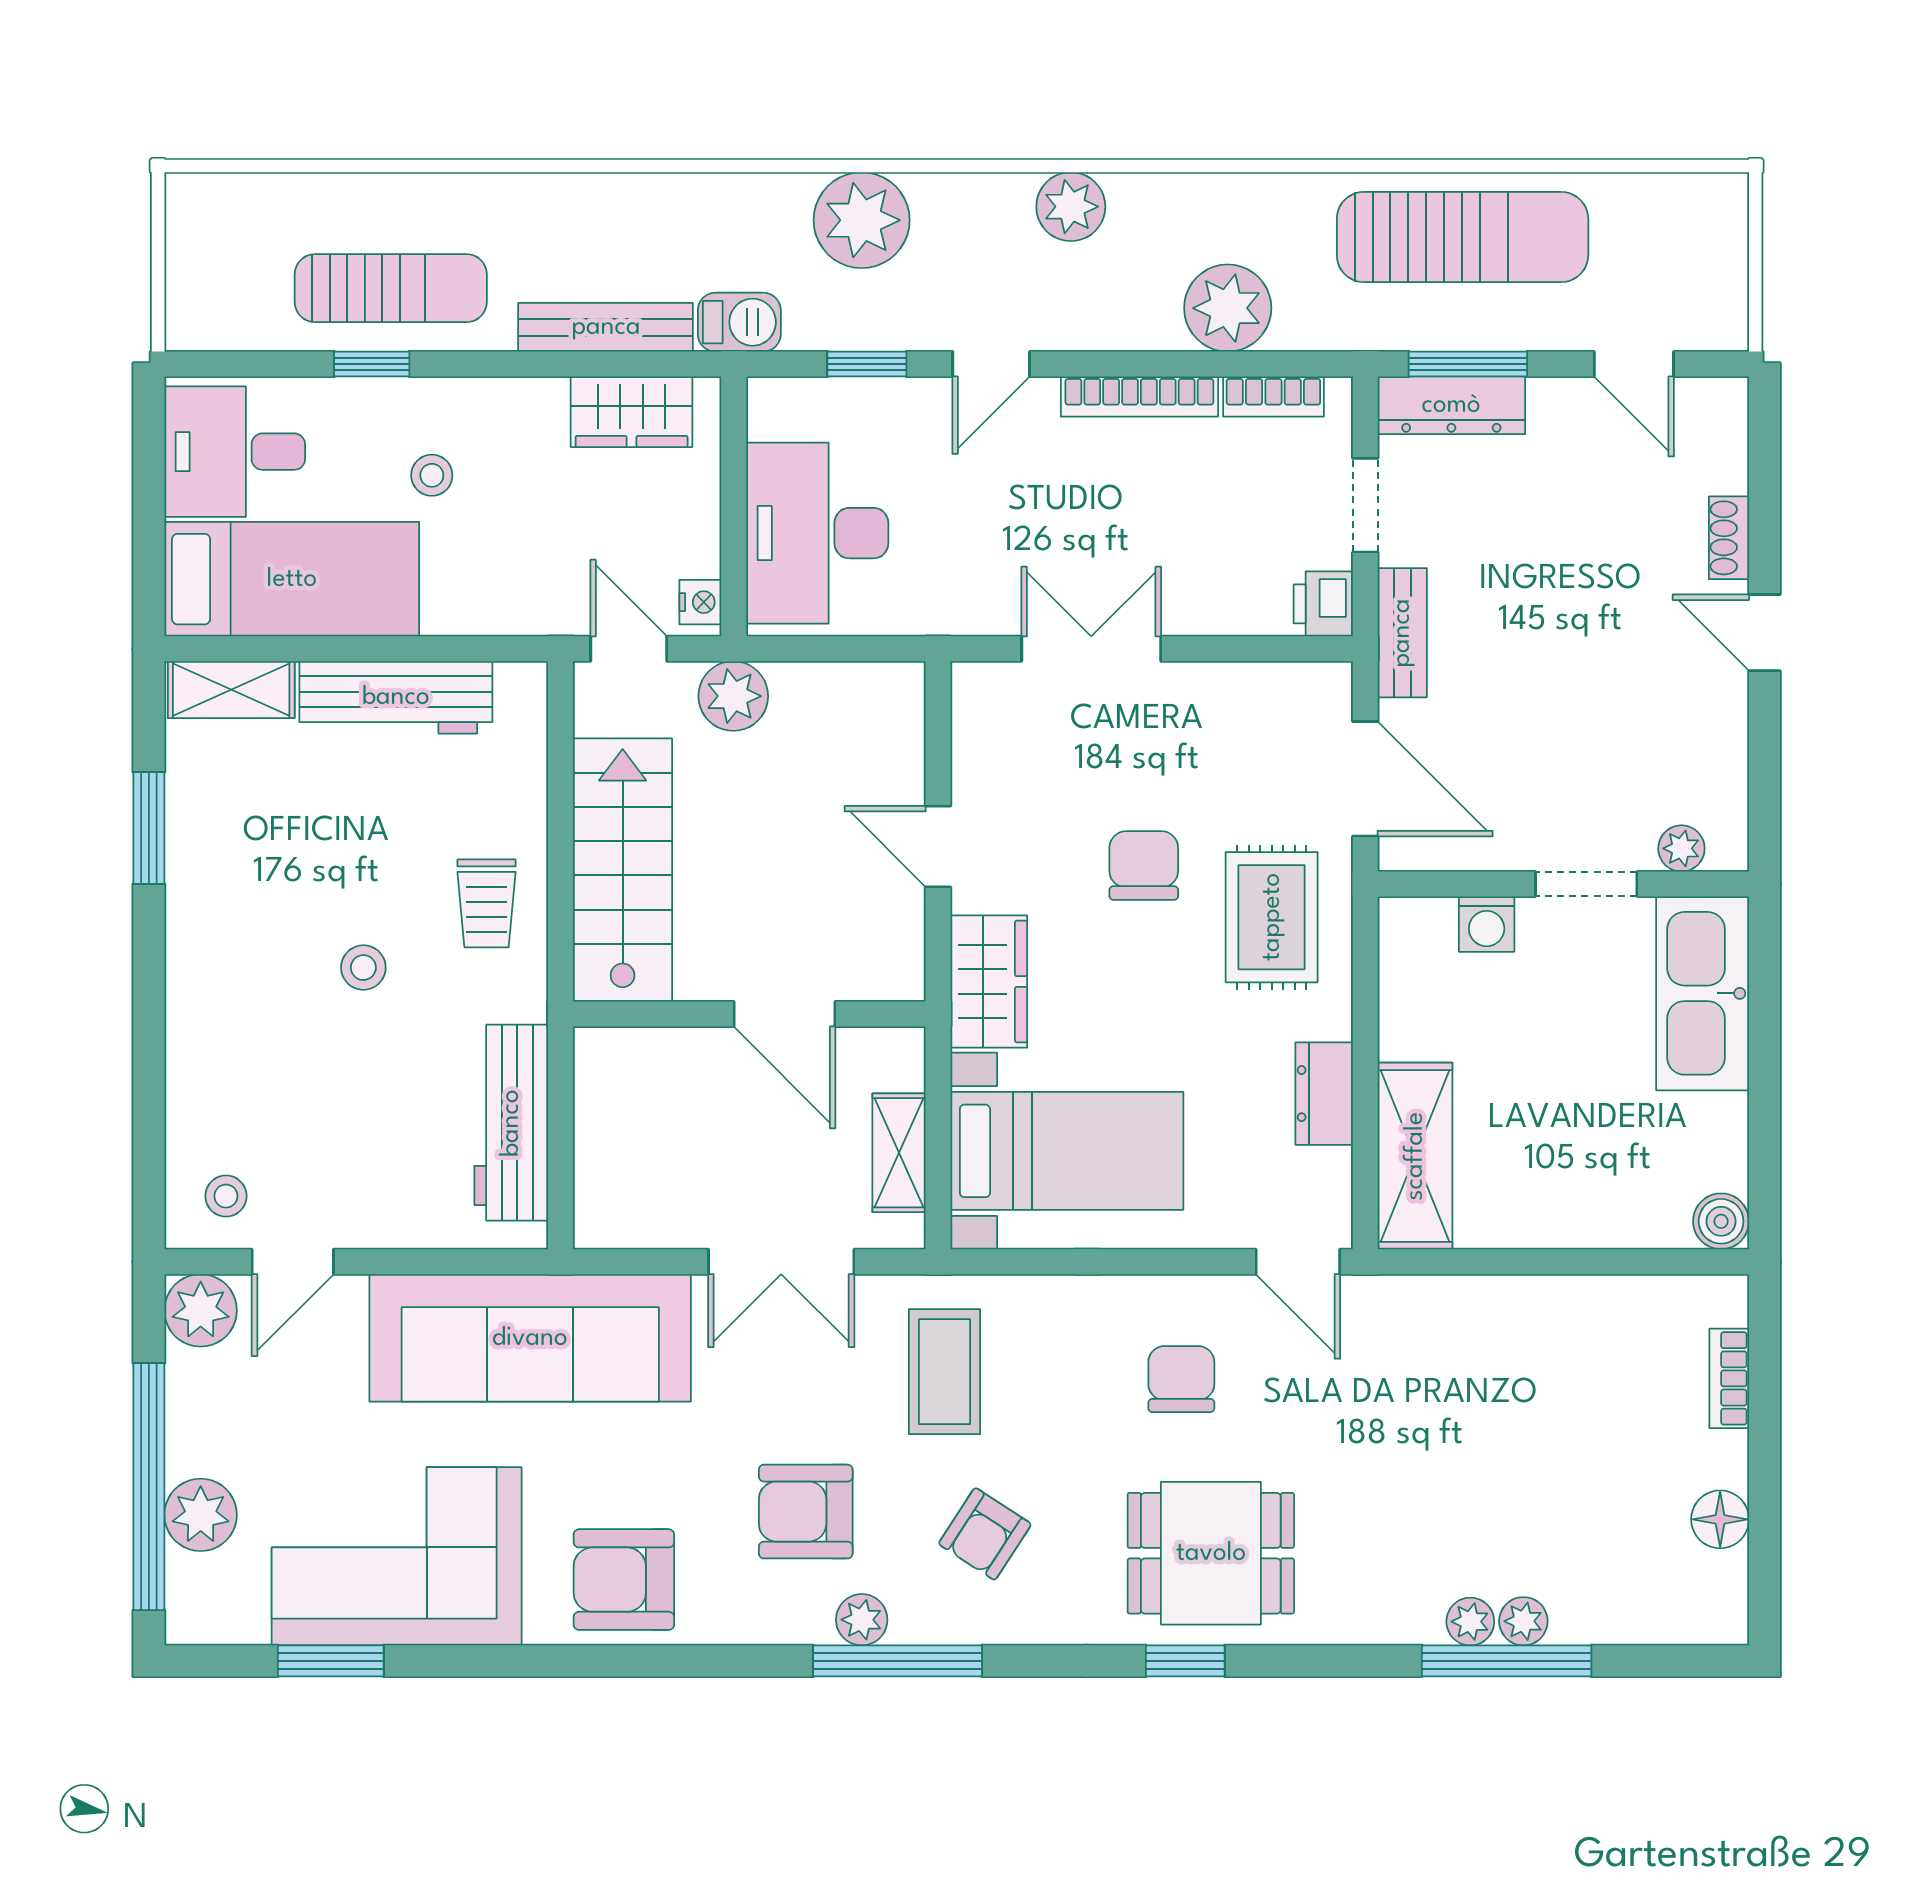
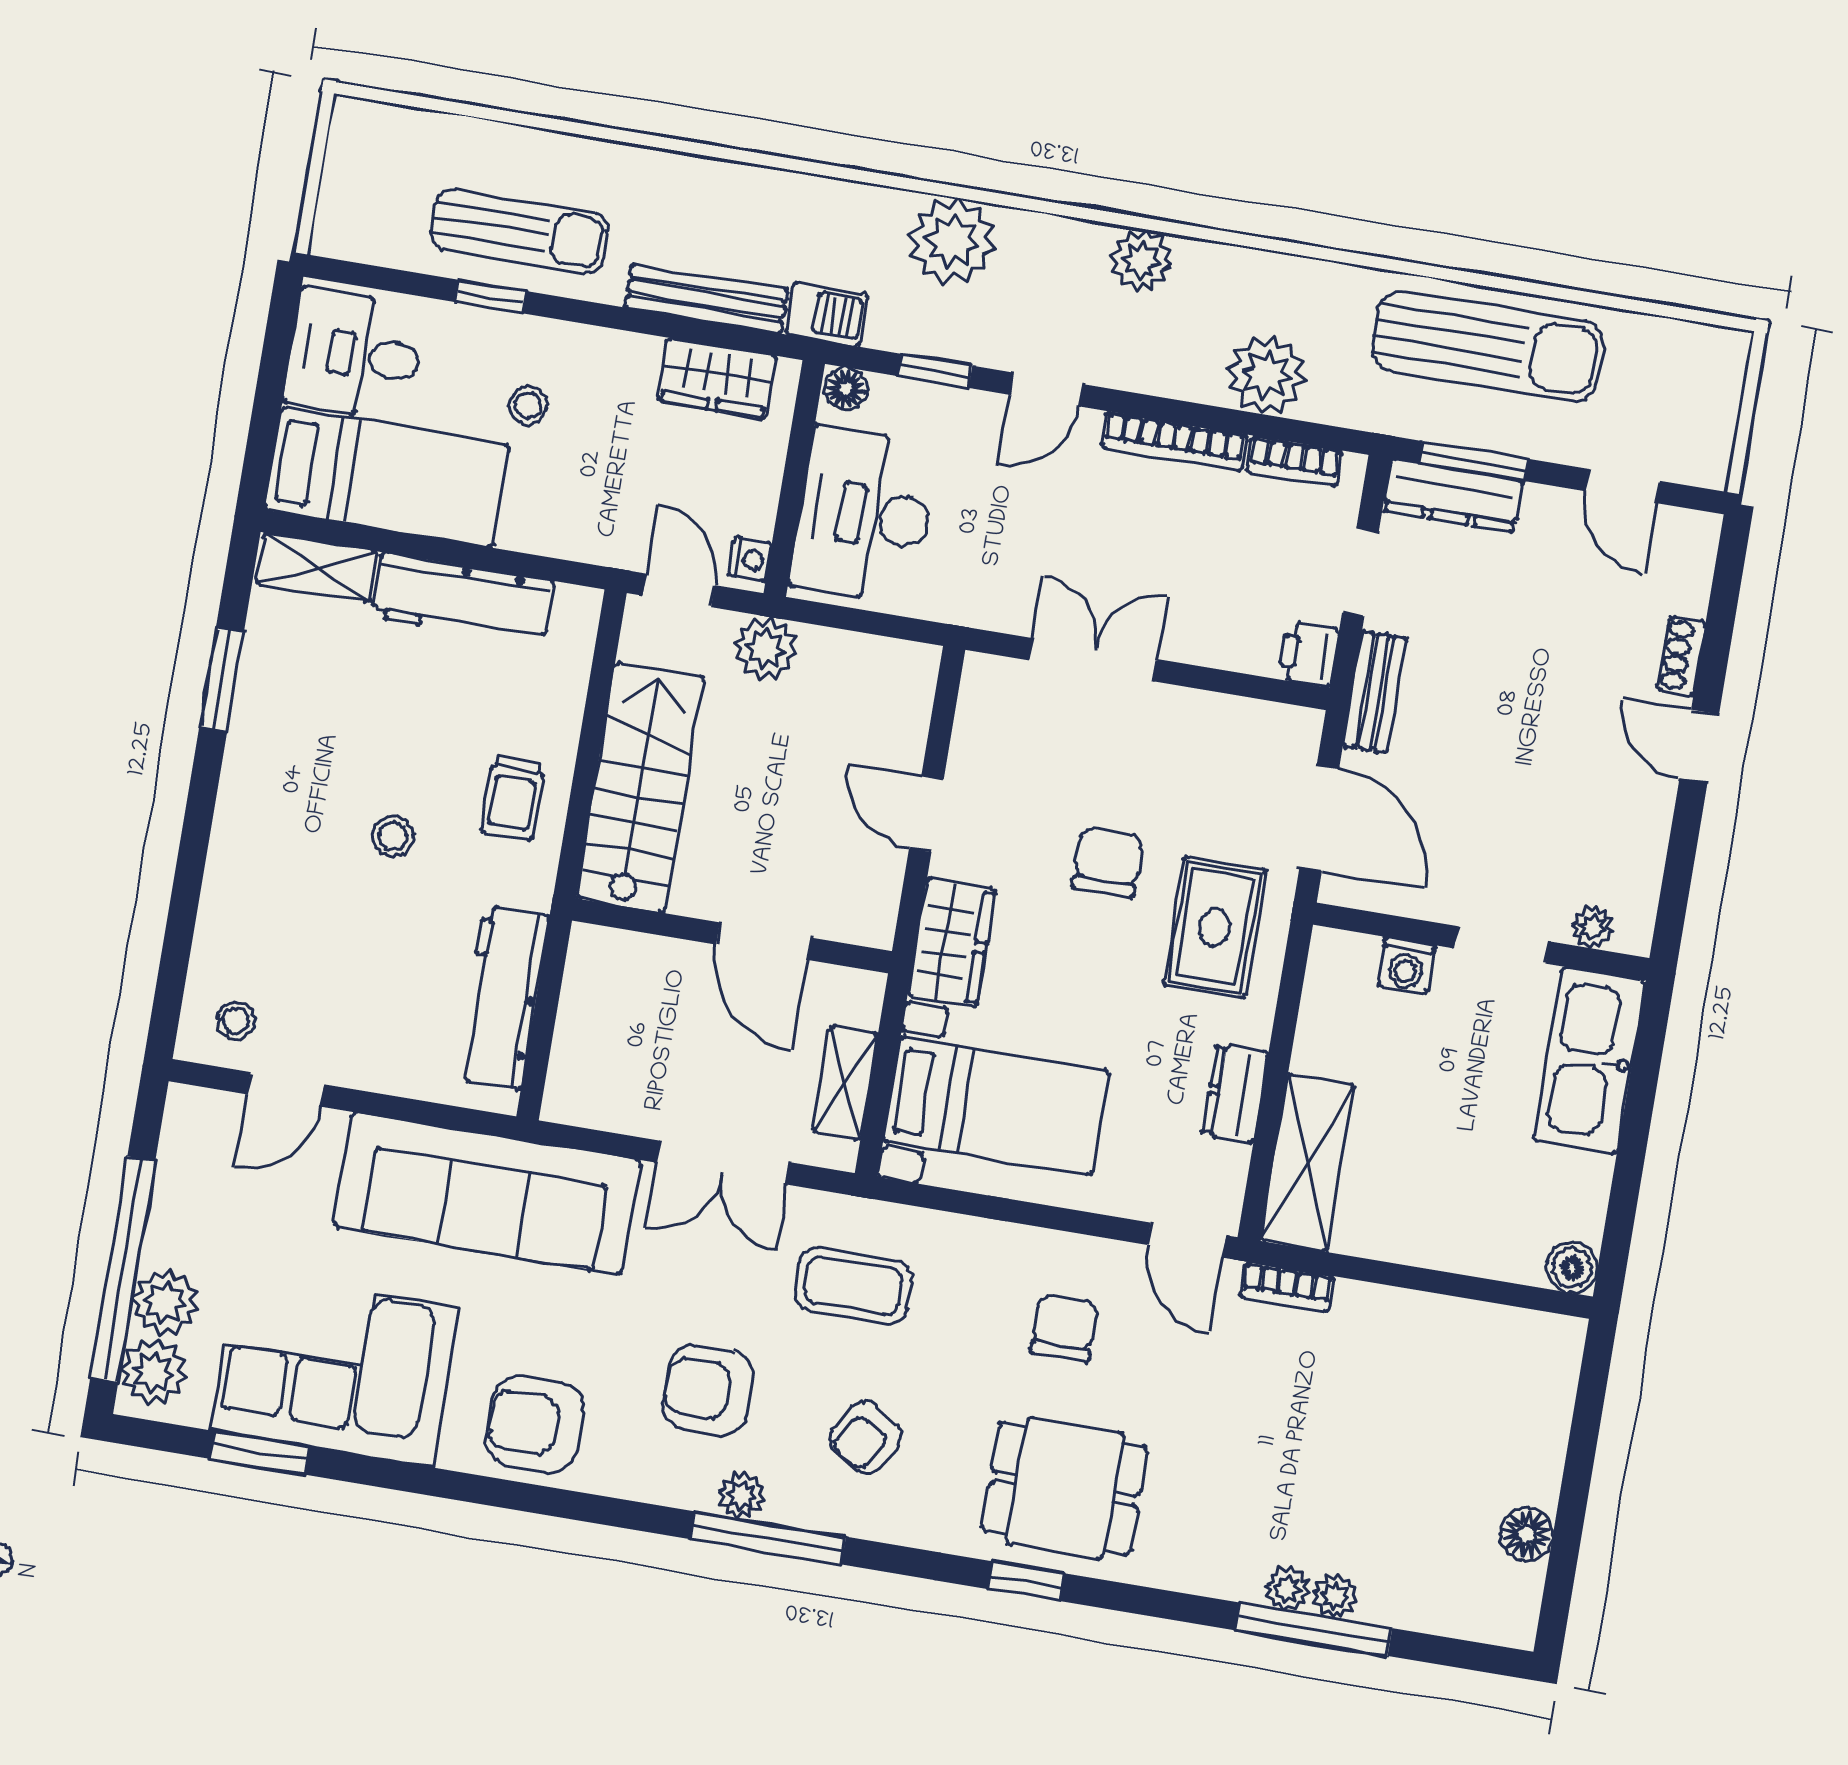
floor lamp: (773, 399) -> (846, 389), added
plant: (201, 1310) -> (153, 1372), moved
coffee table: (945, 1372) -> (853, 1286), turned 90
bookcase: (1729, 1378) -> (1287, 1287), moved, turned -90

